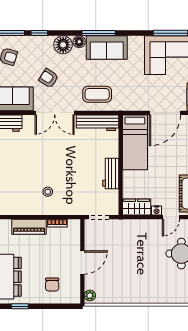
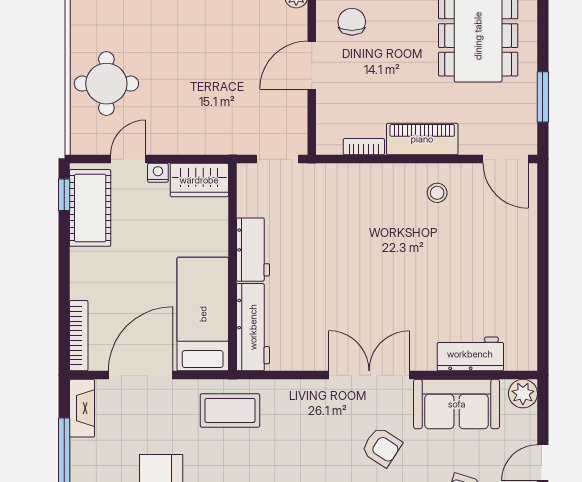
coffee table: (97, 94) -> (230, 410), moved
workbench: (98, 123) -> (253, 327), moved, turned 90
stool: (48, 192) -> (437, 193), moved
chair: (52, 285) -> (352, 22), moved

